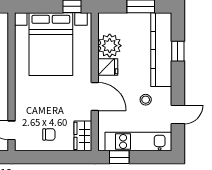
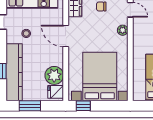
fridge: (108, 67) -> (56, 92), moved
plant: (21, 104) -> (123, 30), added

